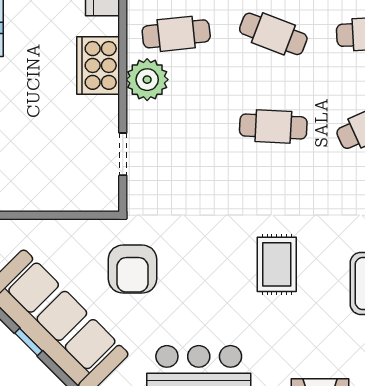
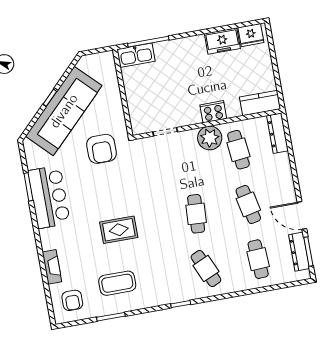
cafe table: (273, 34) -> (248, 204), turned -33
cooker: (98, 65) -> (213, 112), width x0.73, depth x0.76
armchair: (132, 269) -> (102, 149), turned -90

